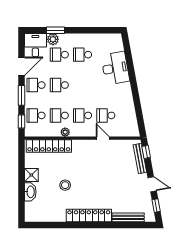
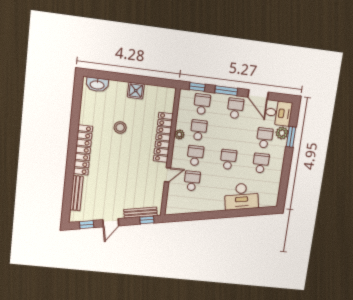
school desk: (59, 85) -> (228, 159), moved
locker: (49, 146) -> (163, 137), moved
washbasin: (30, 192) -> (97, 85), moved

